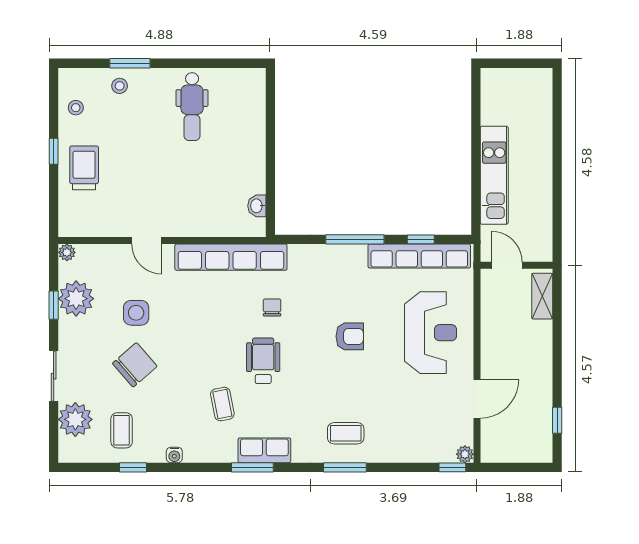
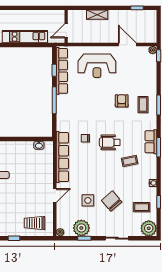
trolley: (84, 168) -> (35, 223), moved
shelving: (542, 296) -> (97, 15), moved
reception desk: (431, 333) -> (97, 66), turned 180
armchair: (350, 336) -> (122, 101), moved
plant: (75, 419) -> (149, 228), moved

